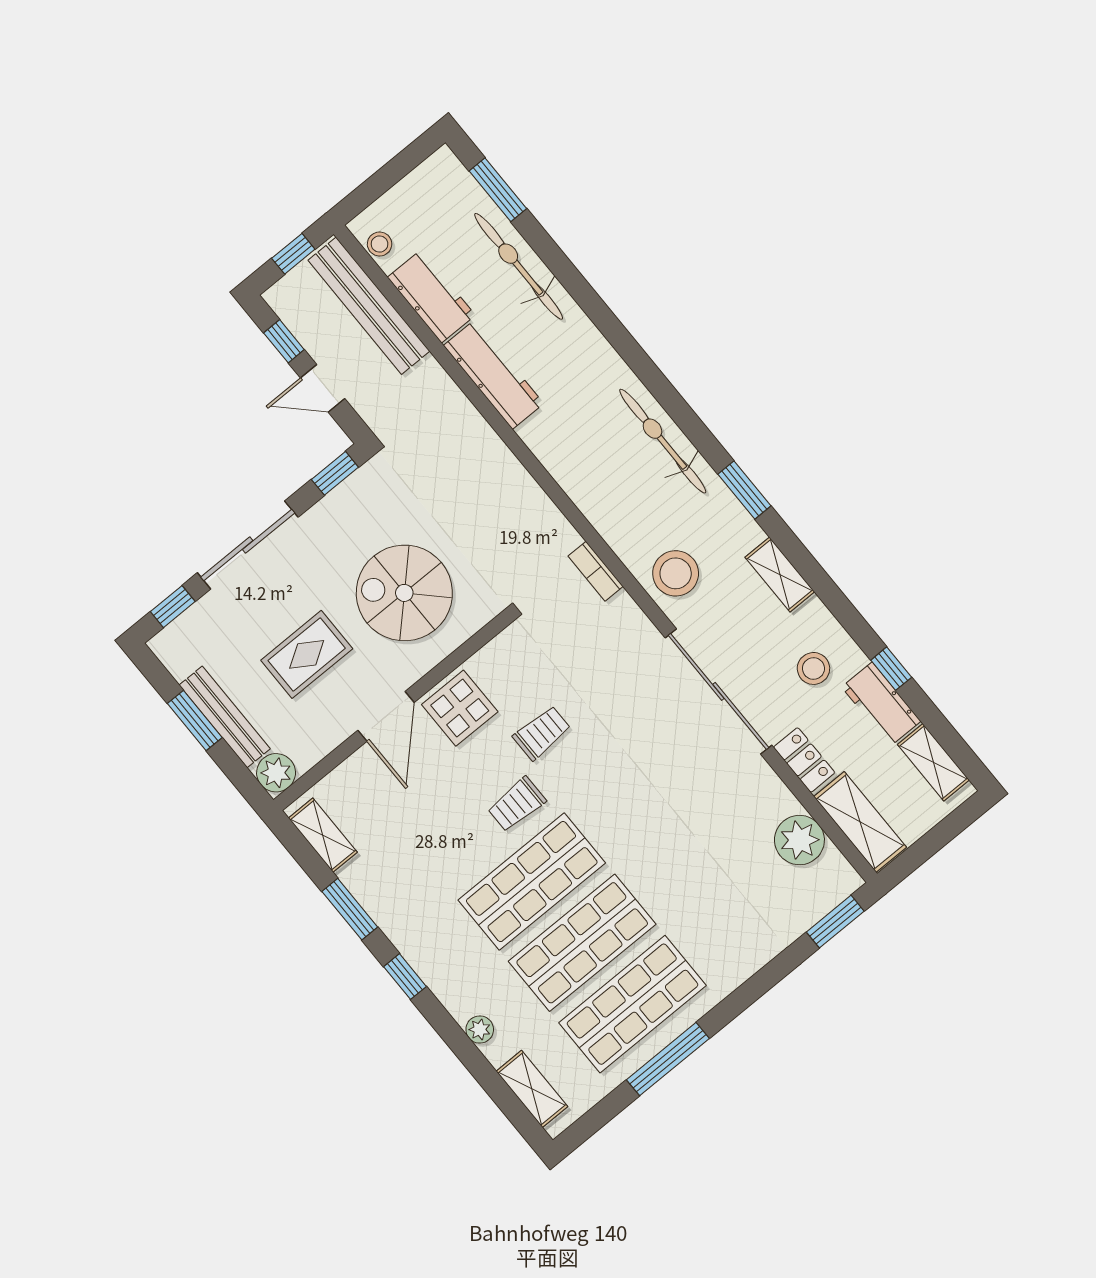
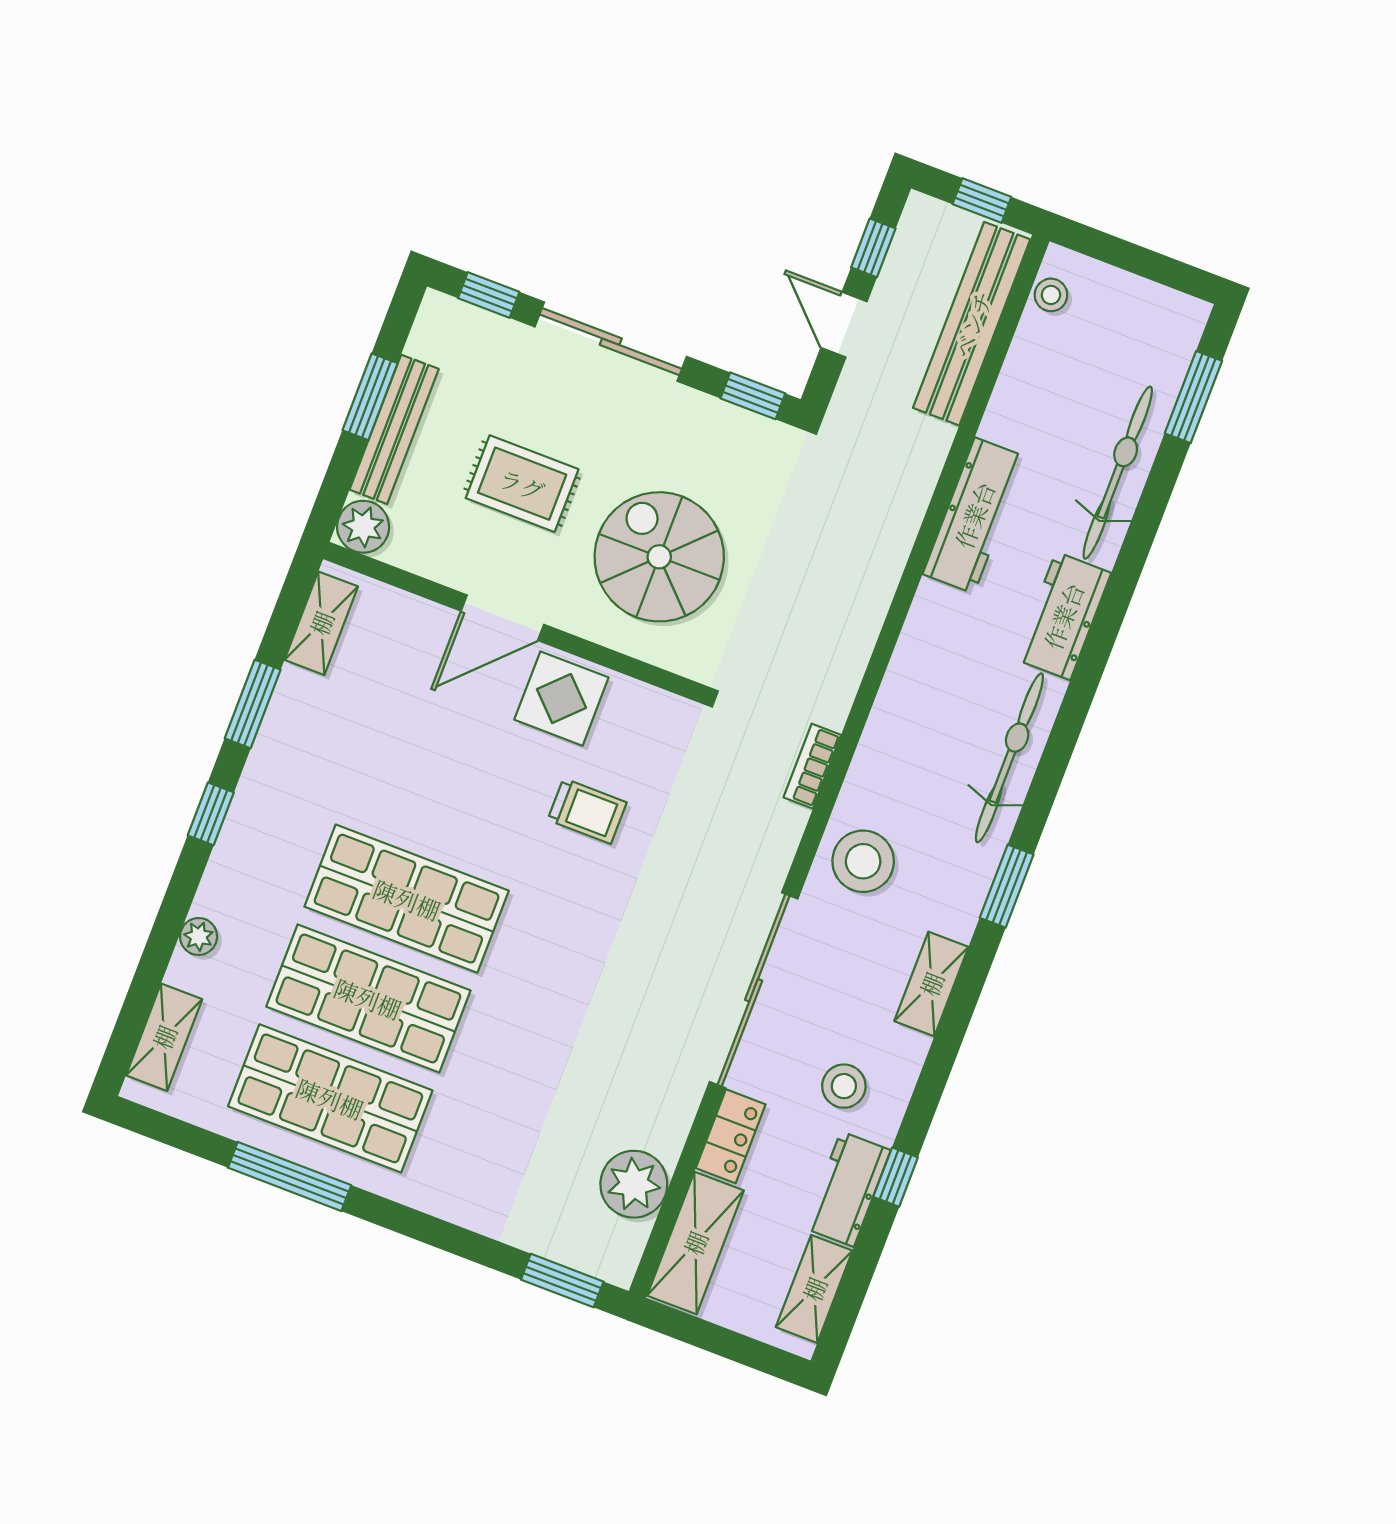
workbench: (431, 296) -> (1063, 616), moved, turned 180
trolley: (517, 804) -> (487, 829), removed

